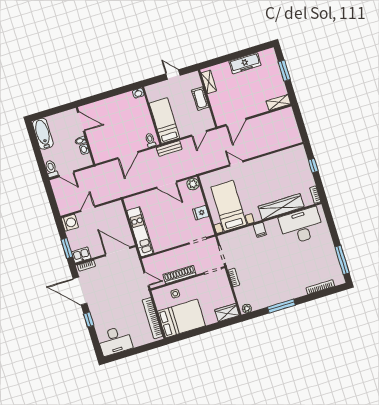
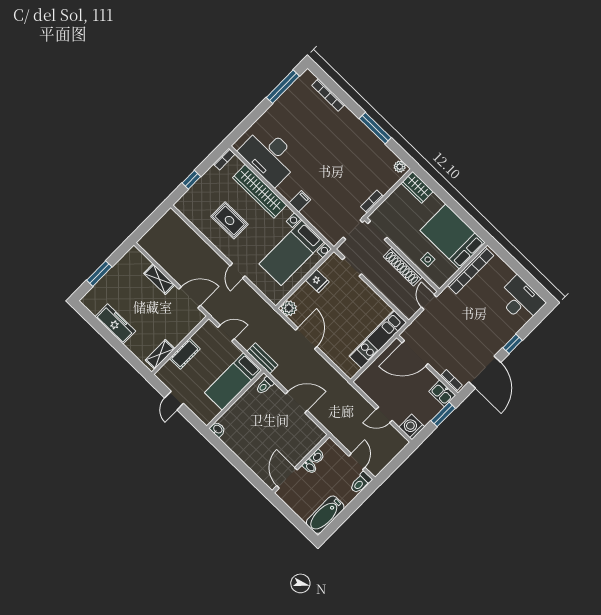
shelving: (278, 102) -> (159, 279), moved
rug: (273, 176) -> (230, 220), added
door: (118, 251) -> (415, 353), hinge flipped

